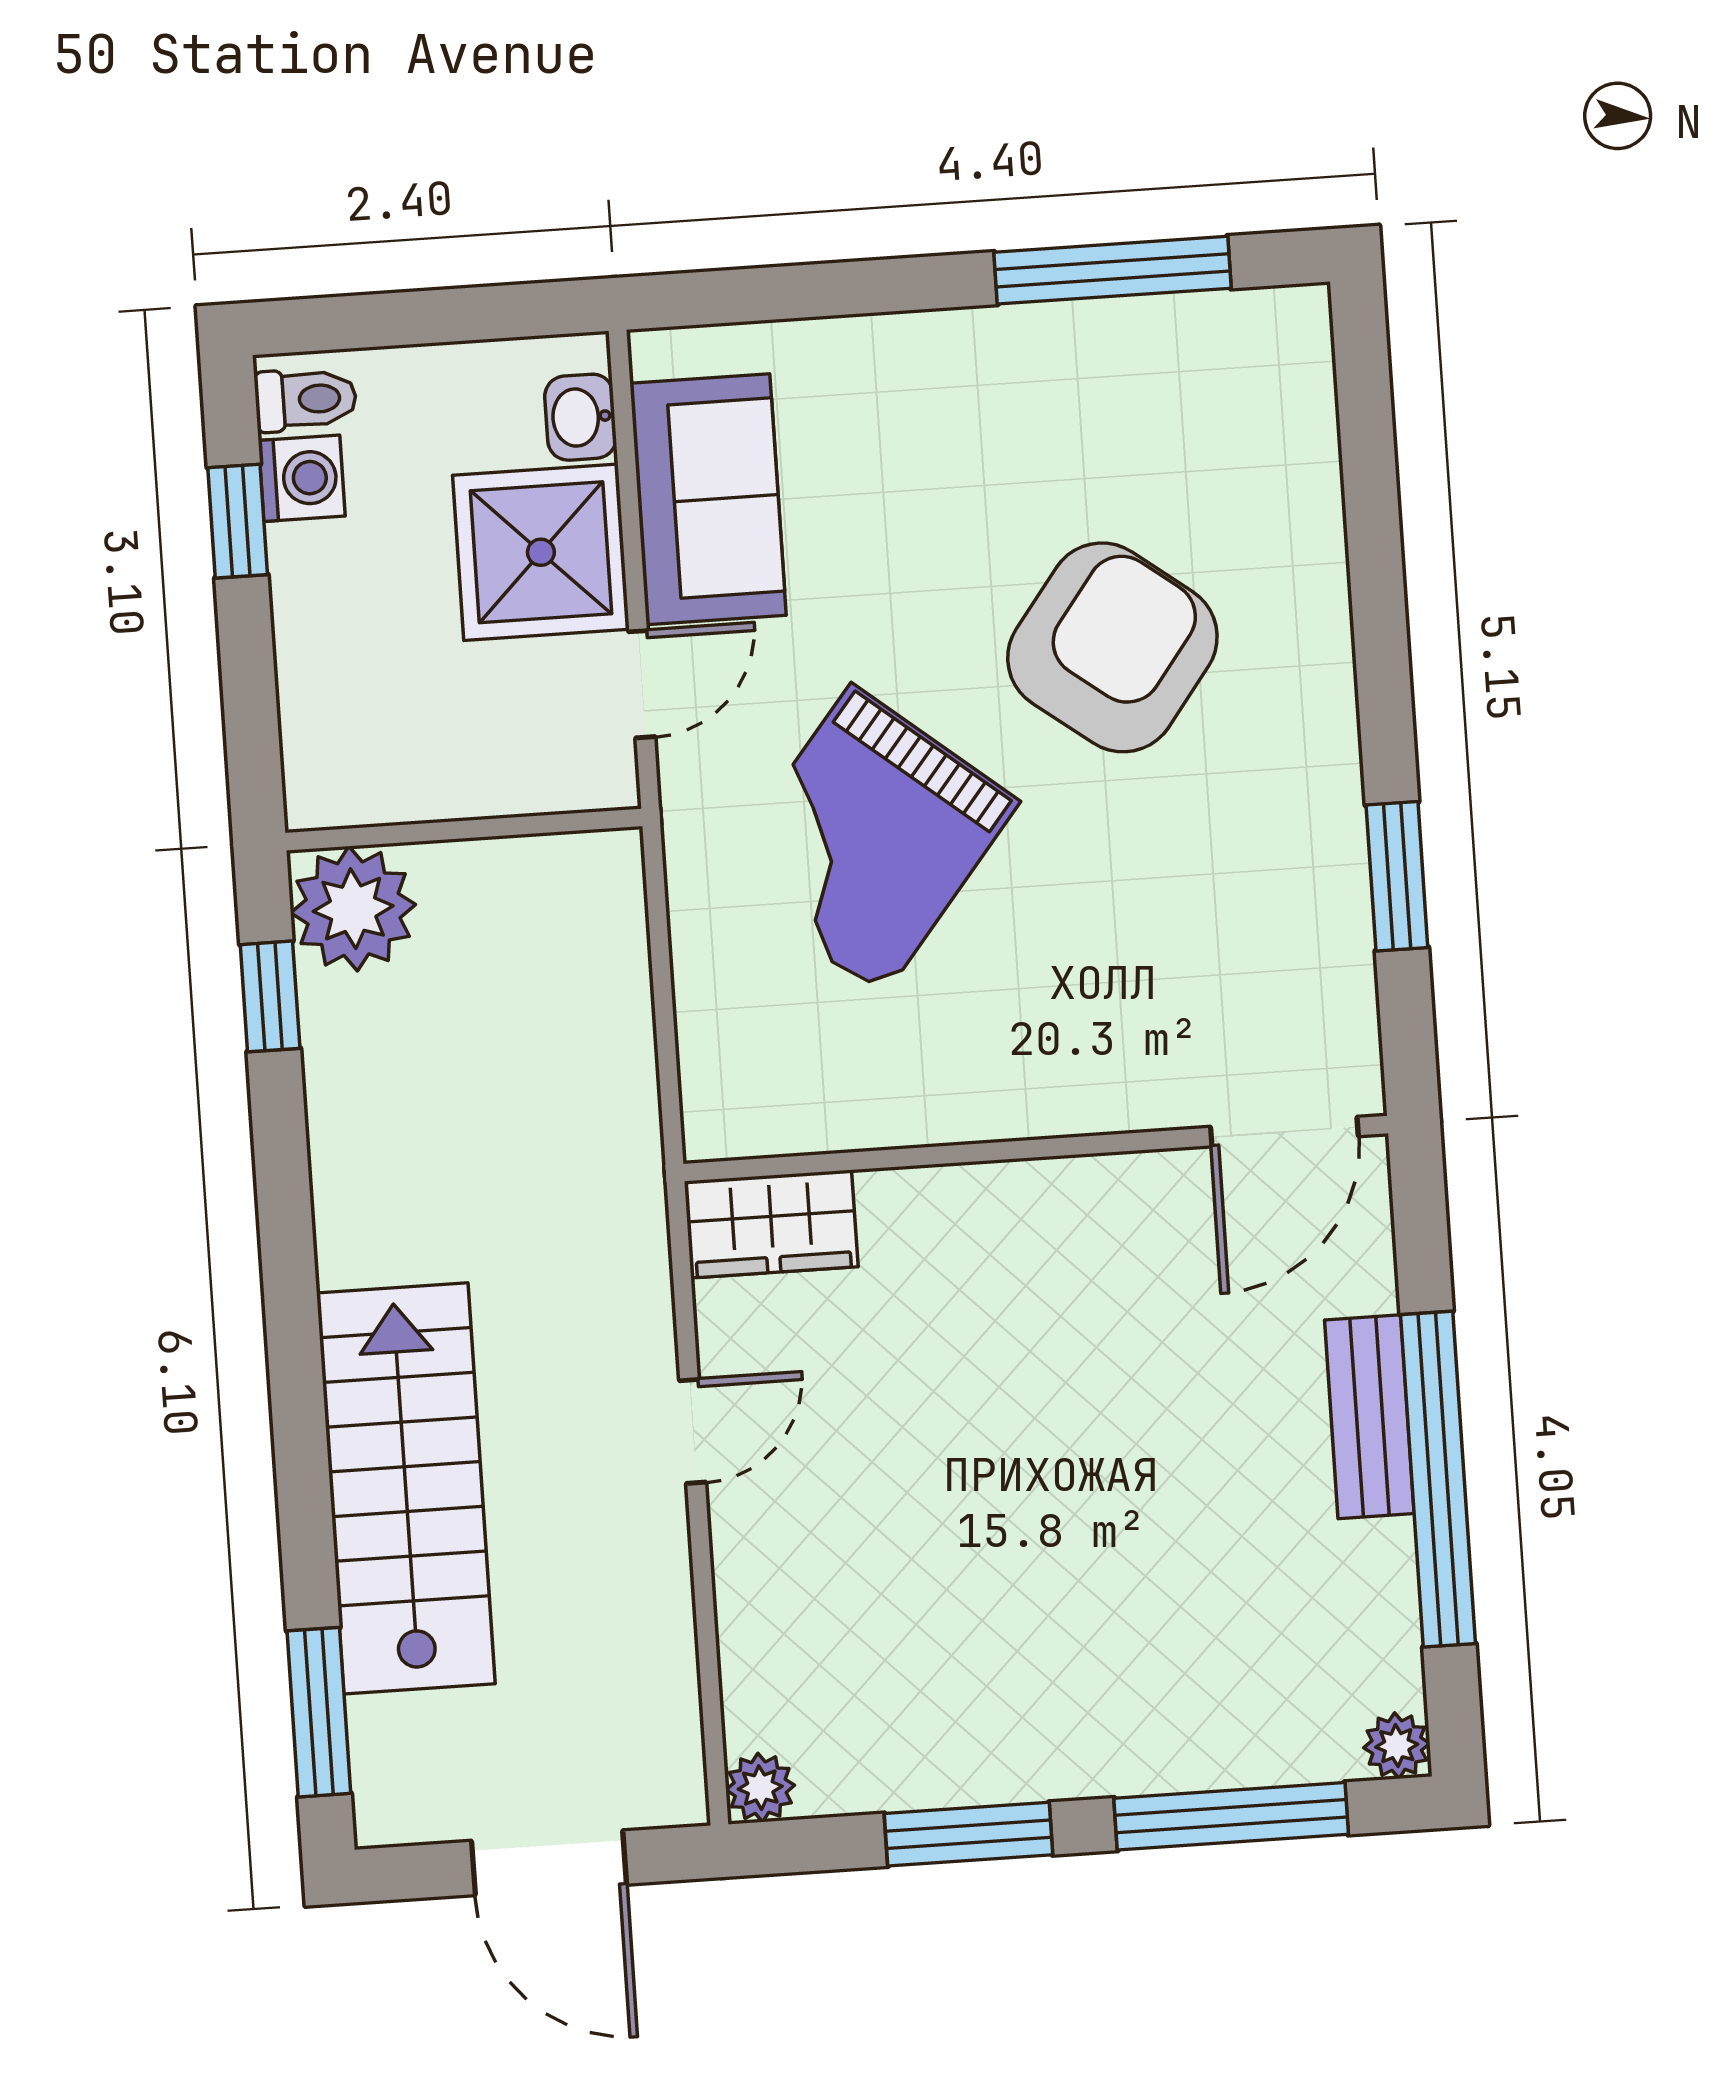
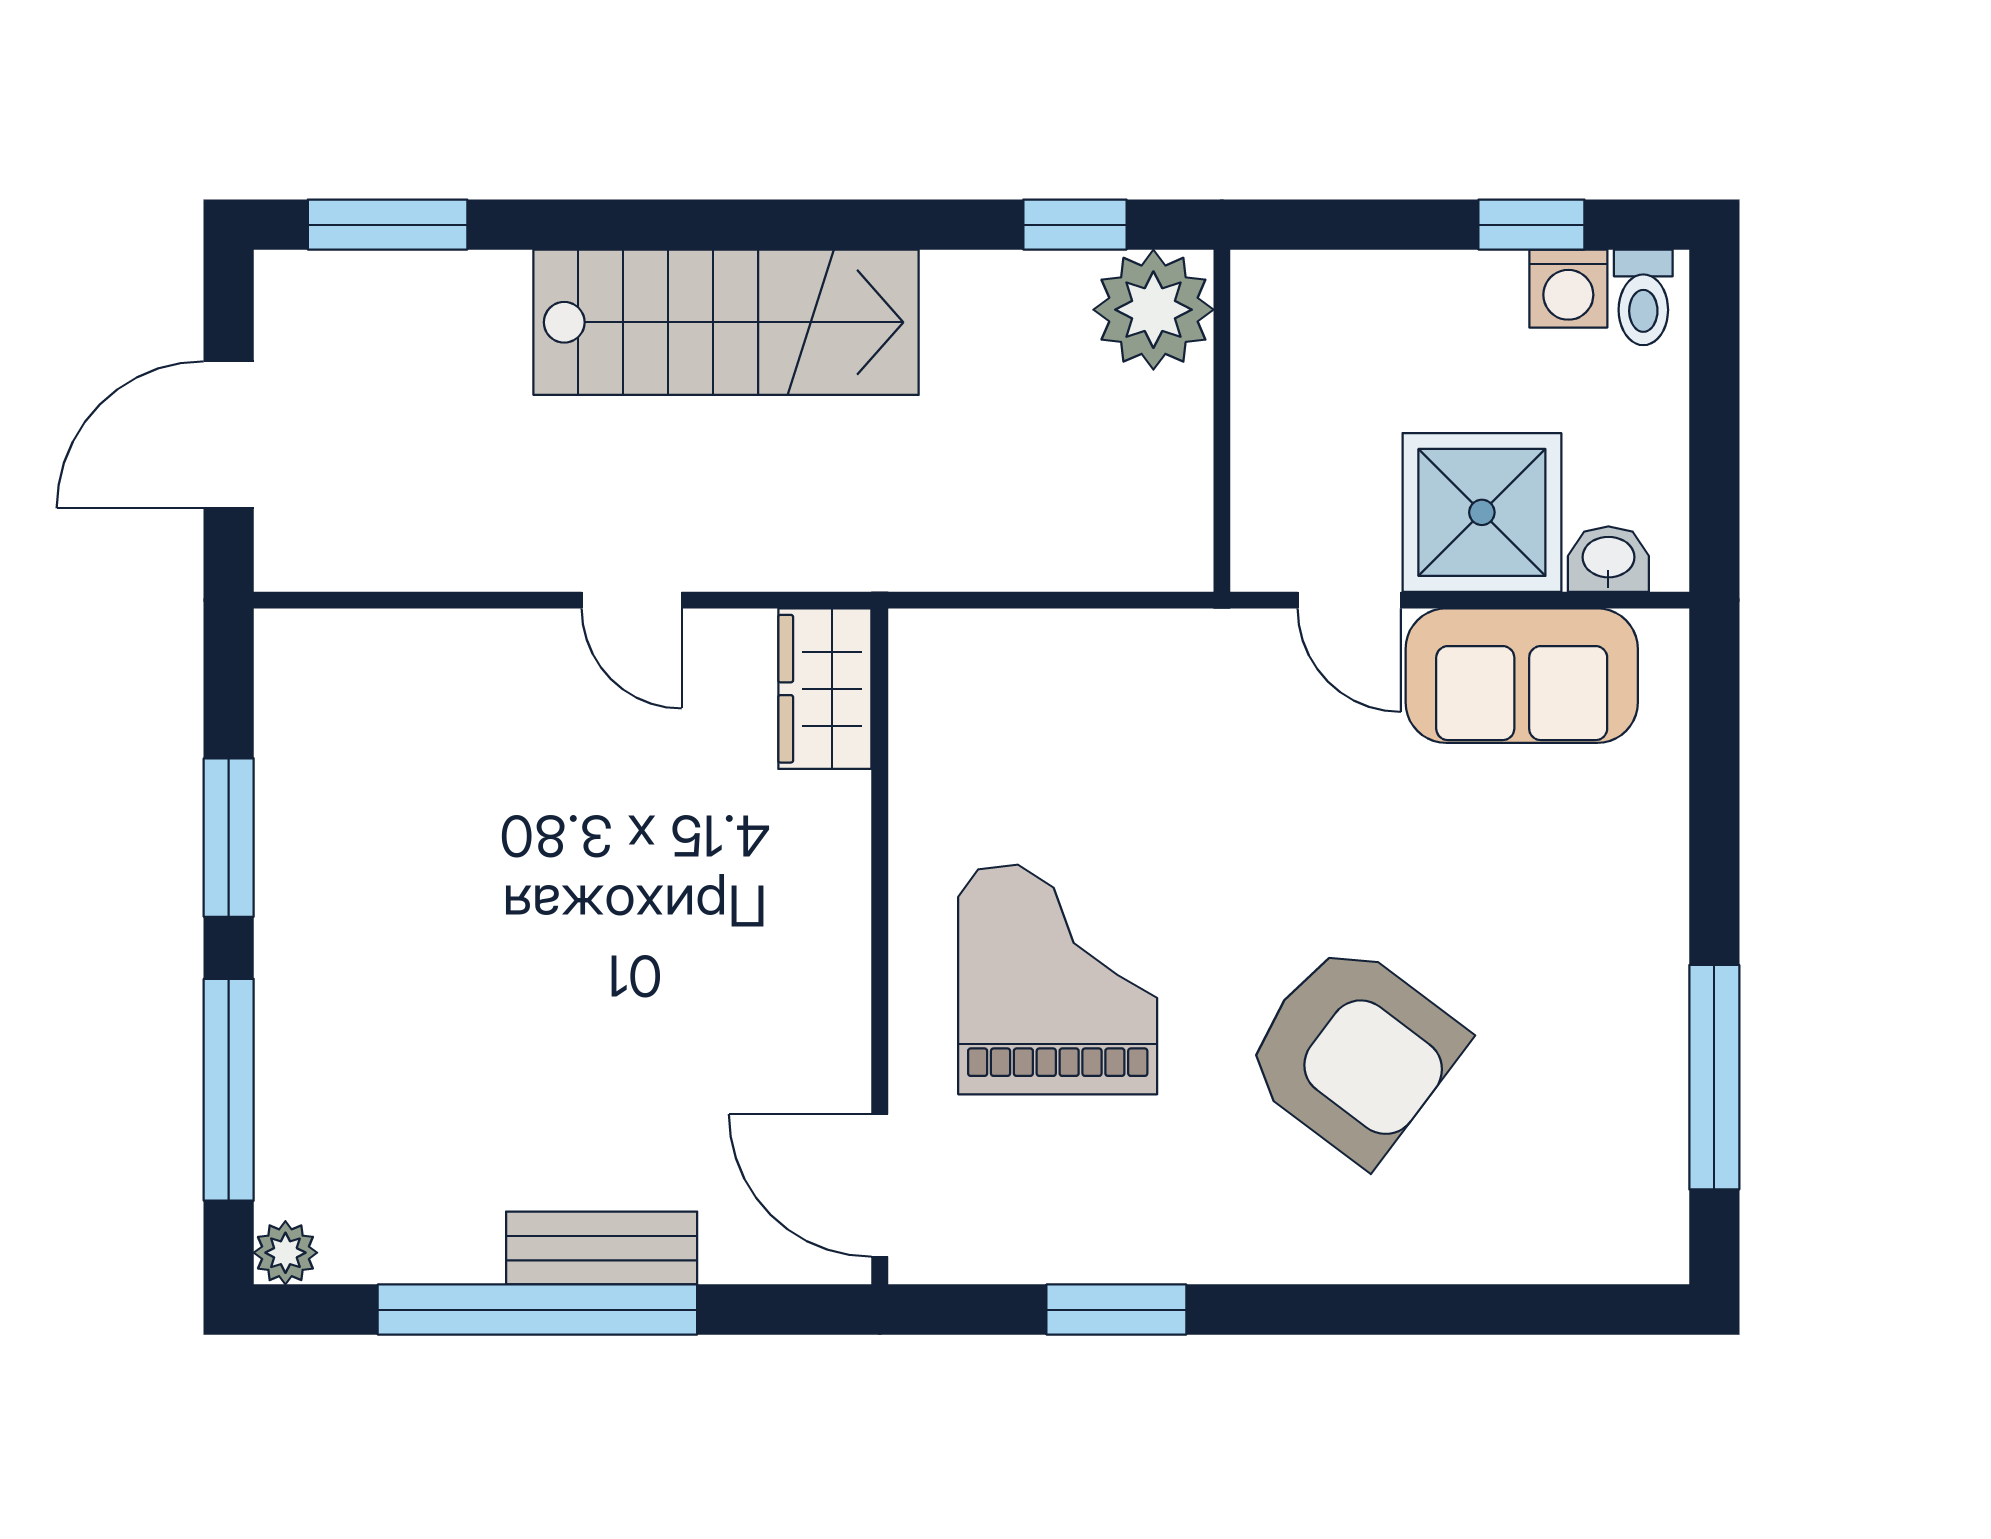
grand piano: (867, 840) -> (1058, 980), moved, turned 51
stairs: (406, 1488) -> (726, 322), moved
plant: (760, 1788) -> (287, 642), removed

